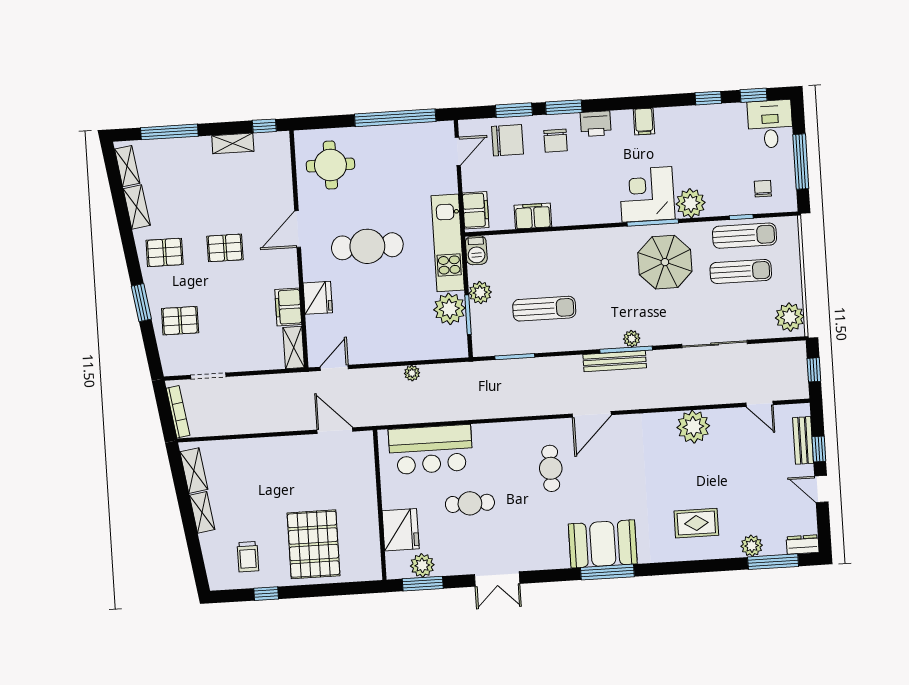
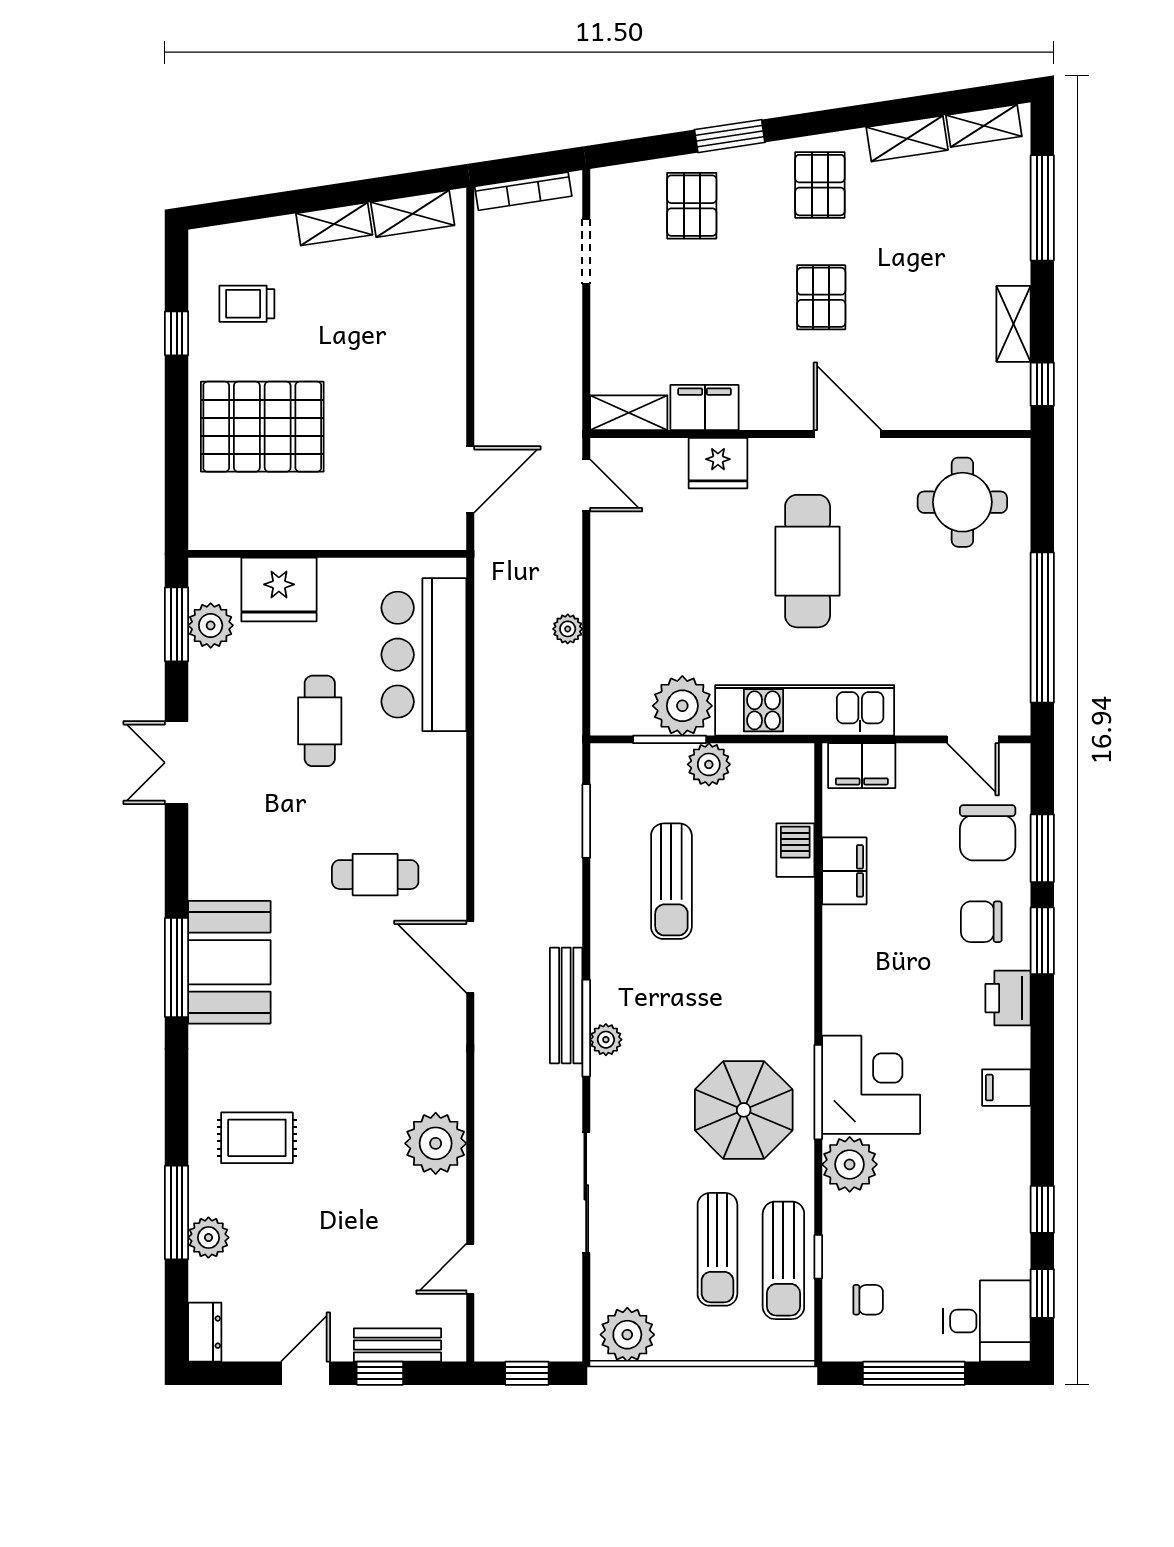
barbecue: (476, 250) -> (795, 850), moved, turned 90
rug: (696, 523) -> (257, 1138), turned 90
window: (773, 562) -> (177, 1212), moved

